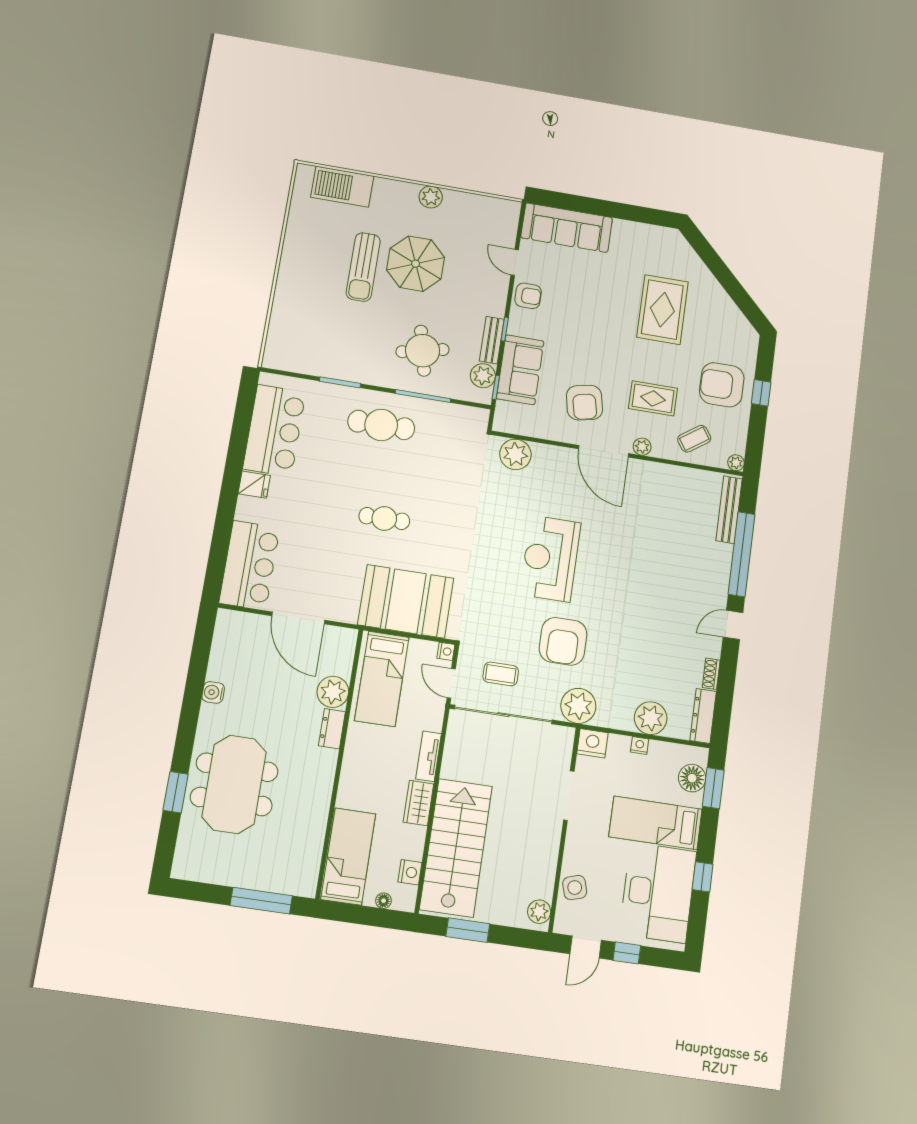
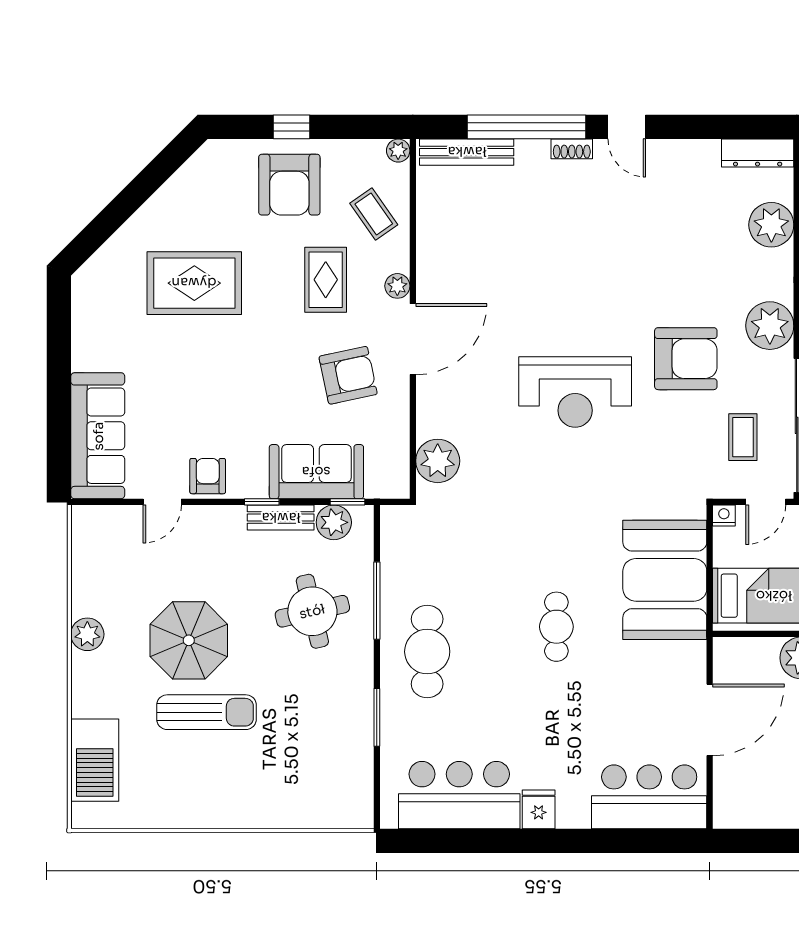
shoe rack: (711, 674) -> (572, 149), moved

